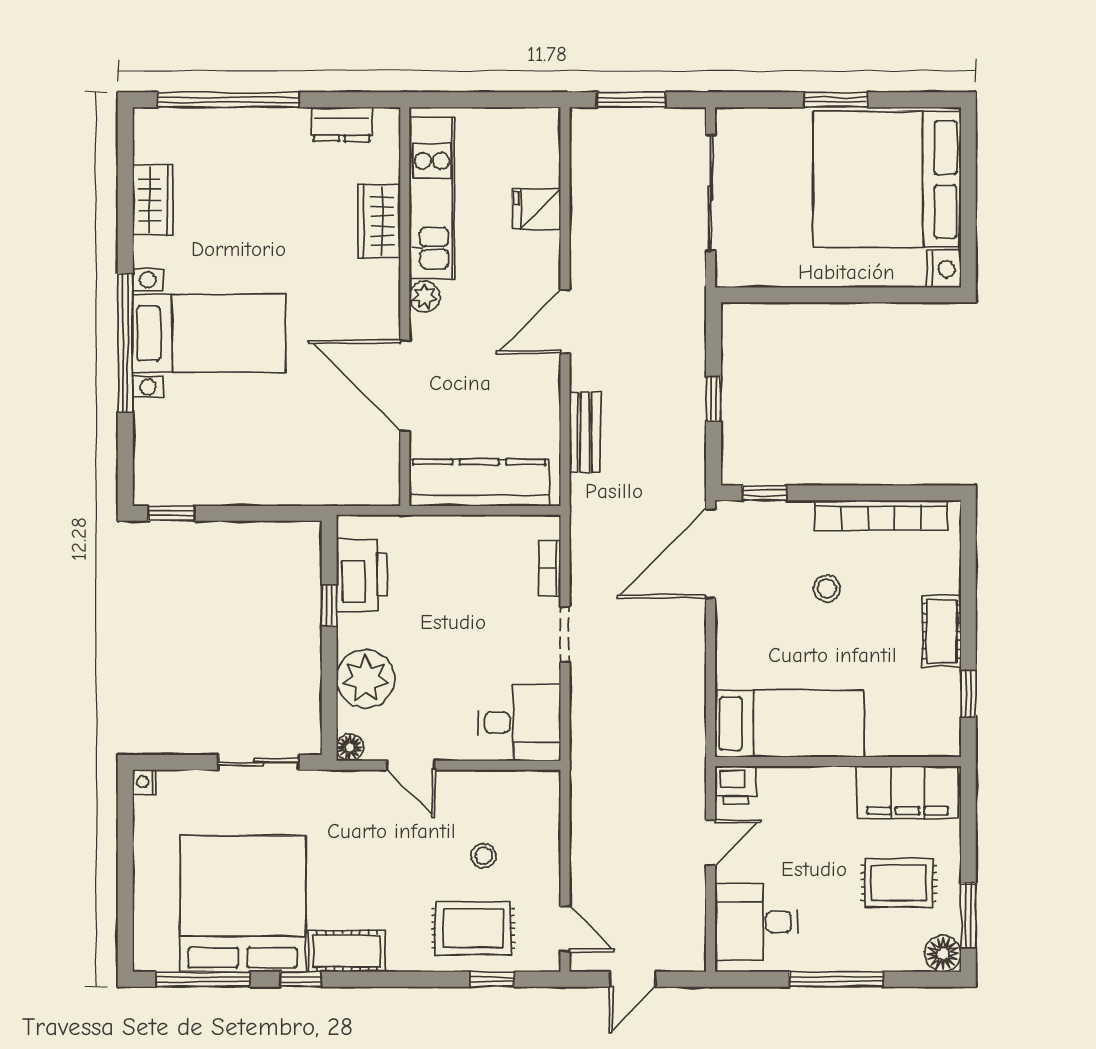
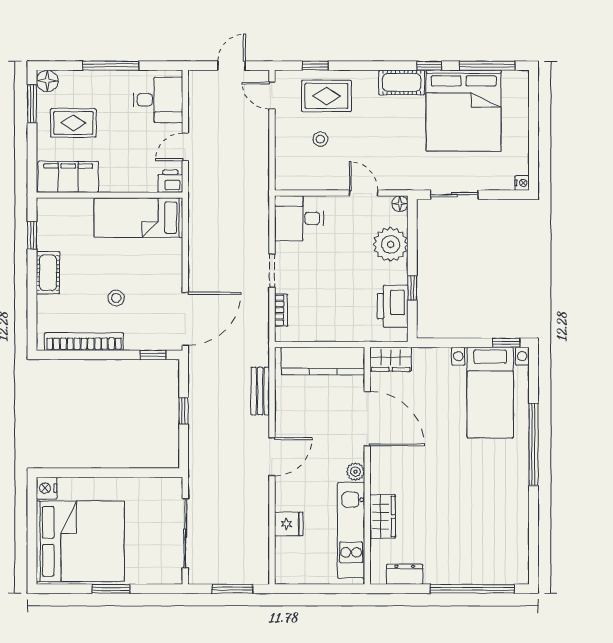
wardrobe: (153, 200) -> (391, 359), moved, turned -90
bed with nightstands: (209, 333) -> (490, 393), moved, turned -90

